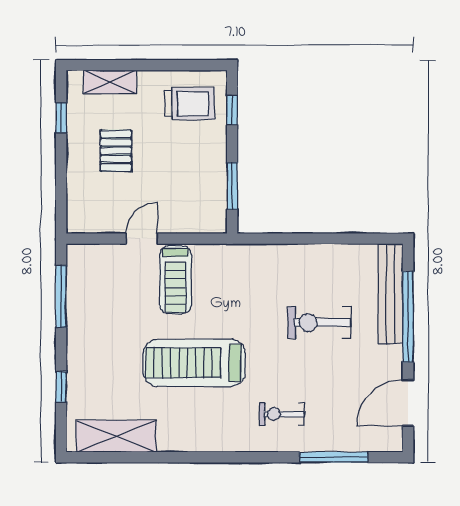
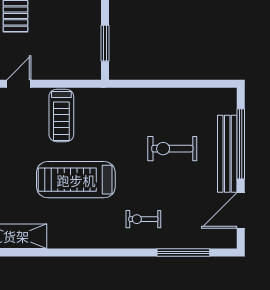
door: (142, 239) -> (19, 84), moved
bench: (391, 294) -> (227, 154), moved

